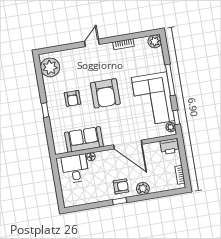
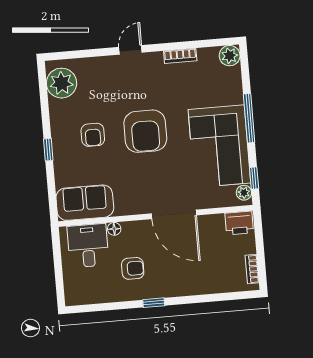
sofa: (84, 139) -> (85, 203), moved
armchair: (121, 186) -> (133, 268), moved
plant: (143, 188) -> (192, 286), removed

